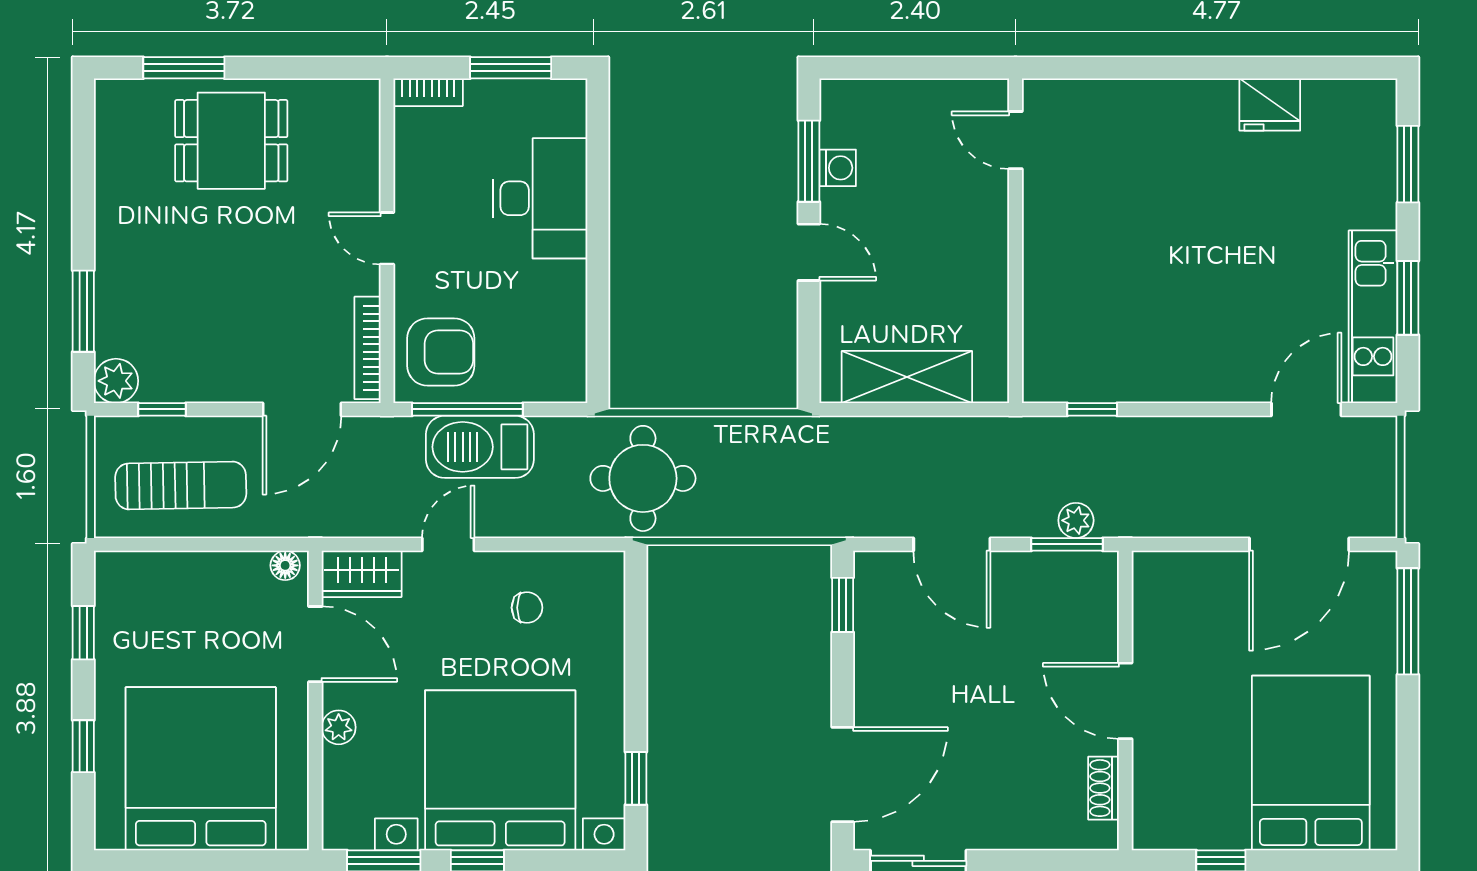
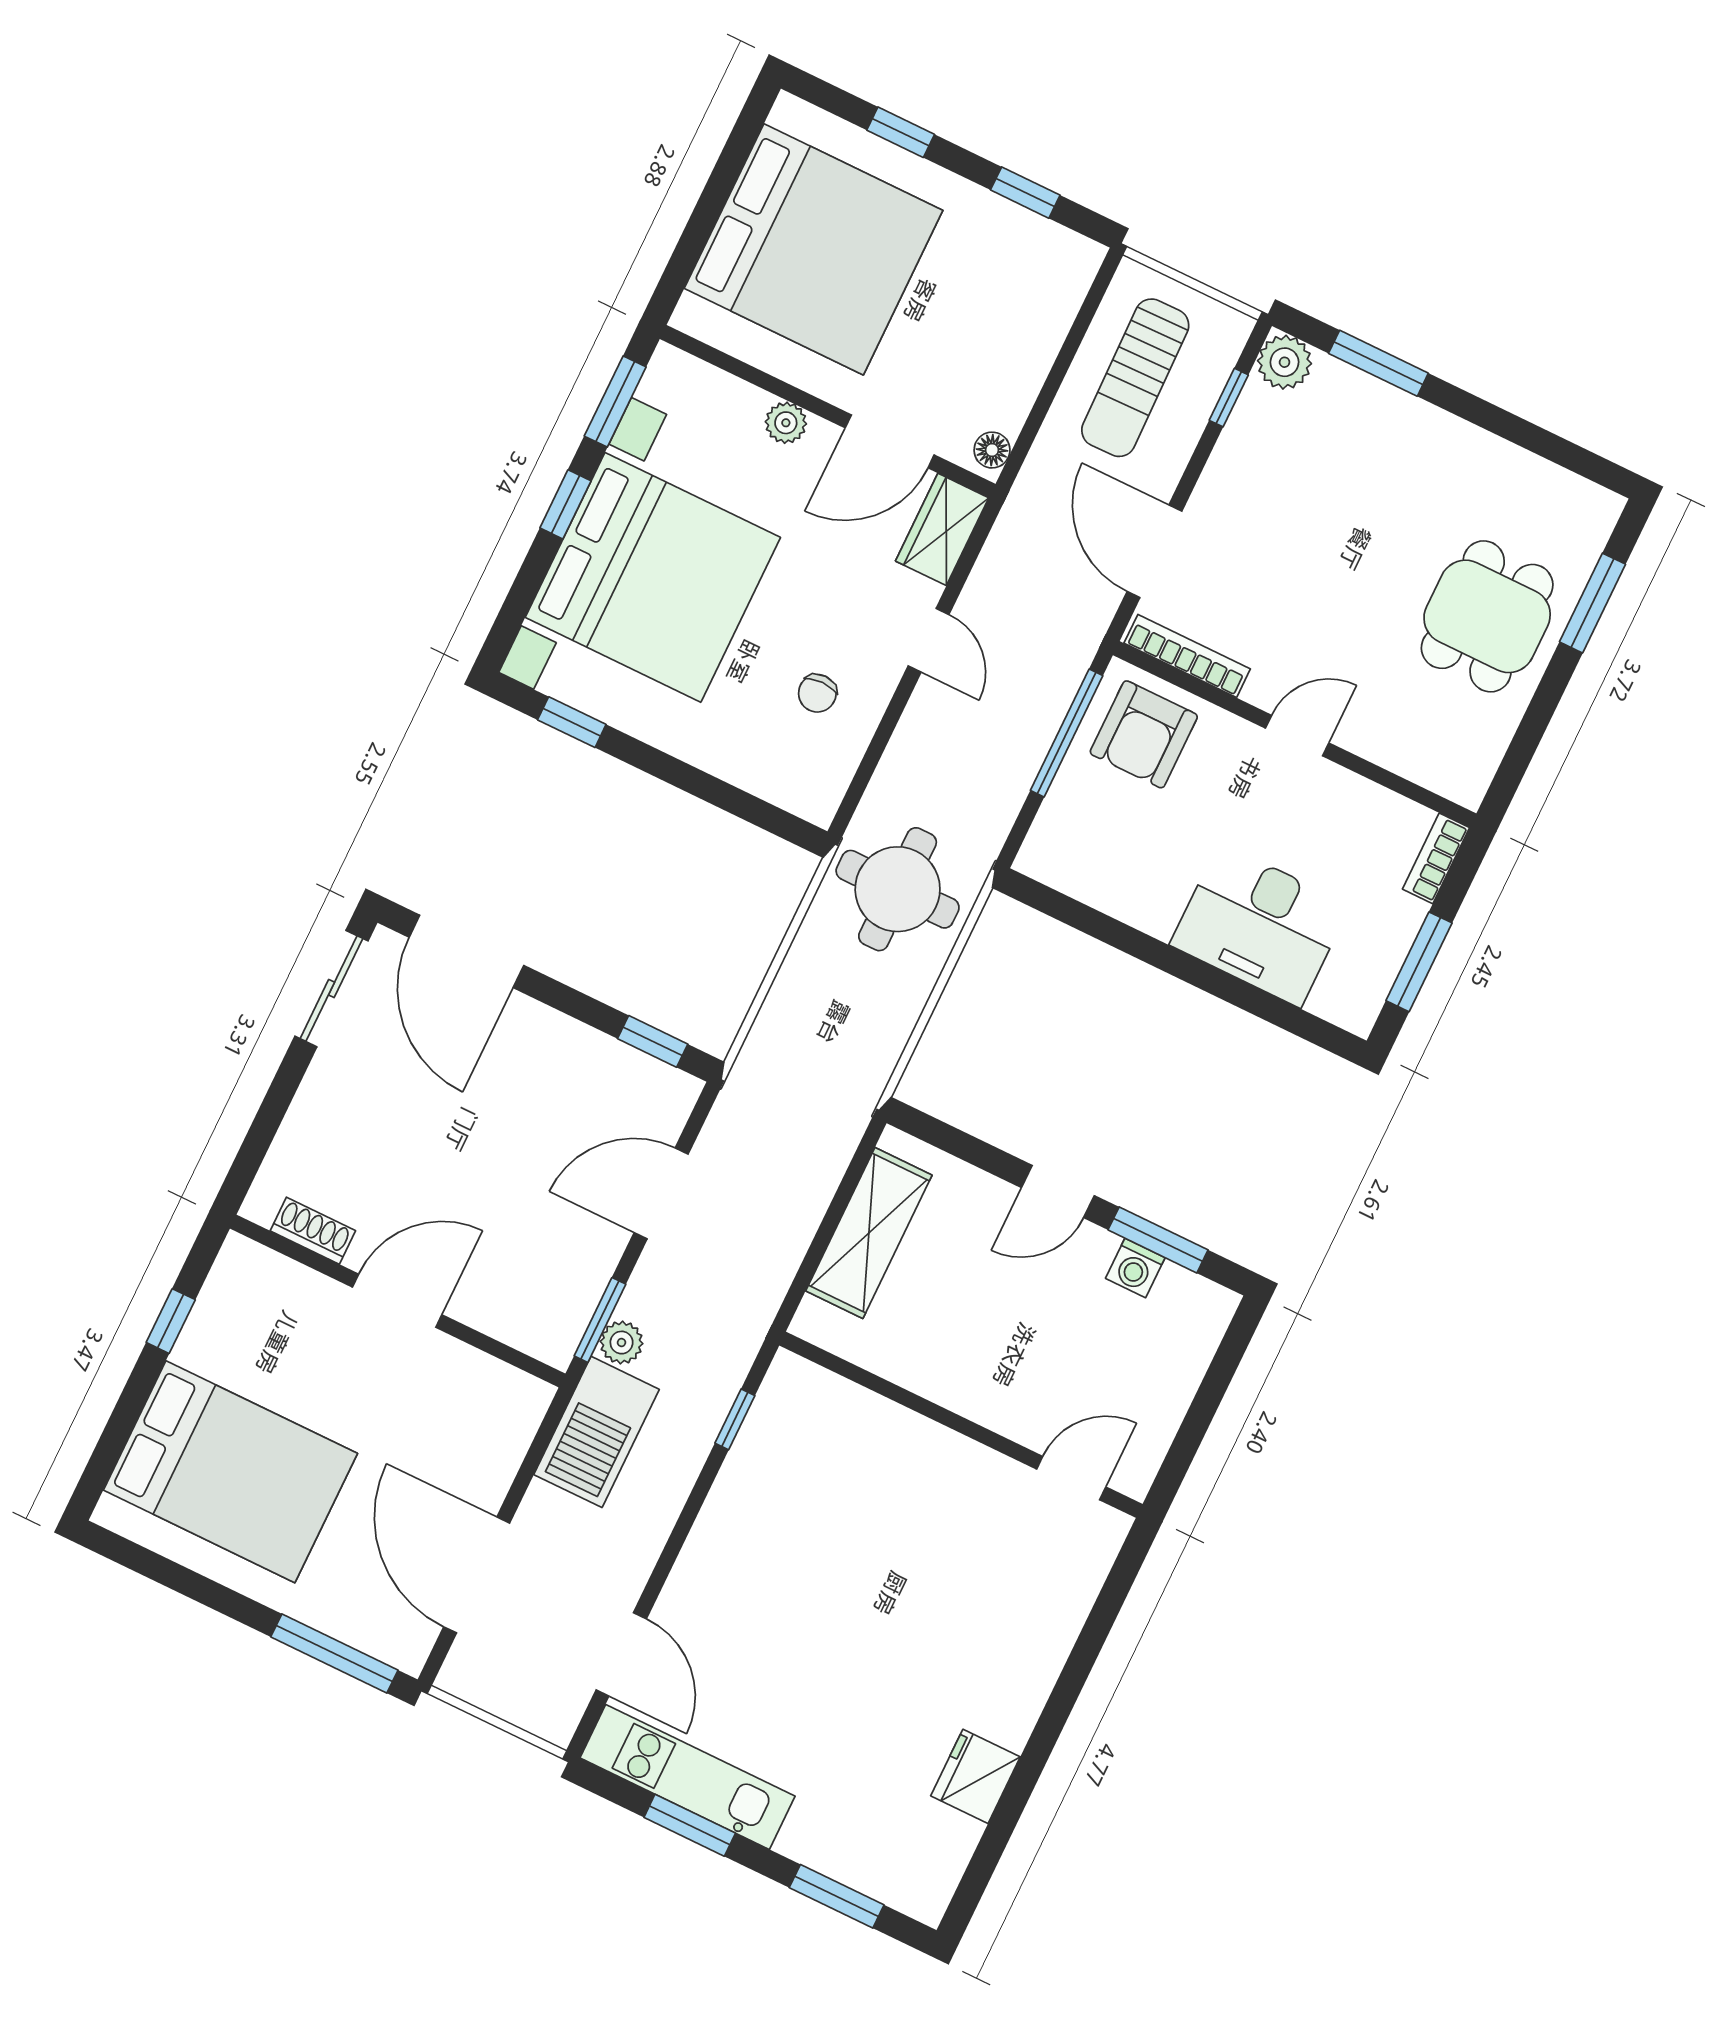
barbecue: (480, 447) -> (597, 1432), moved, turned 180

